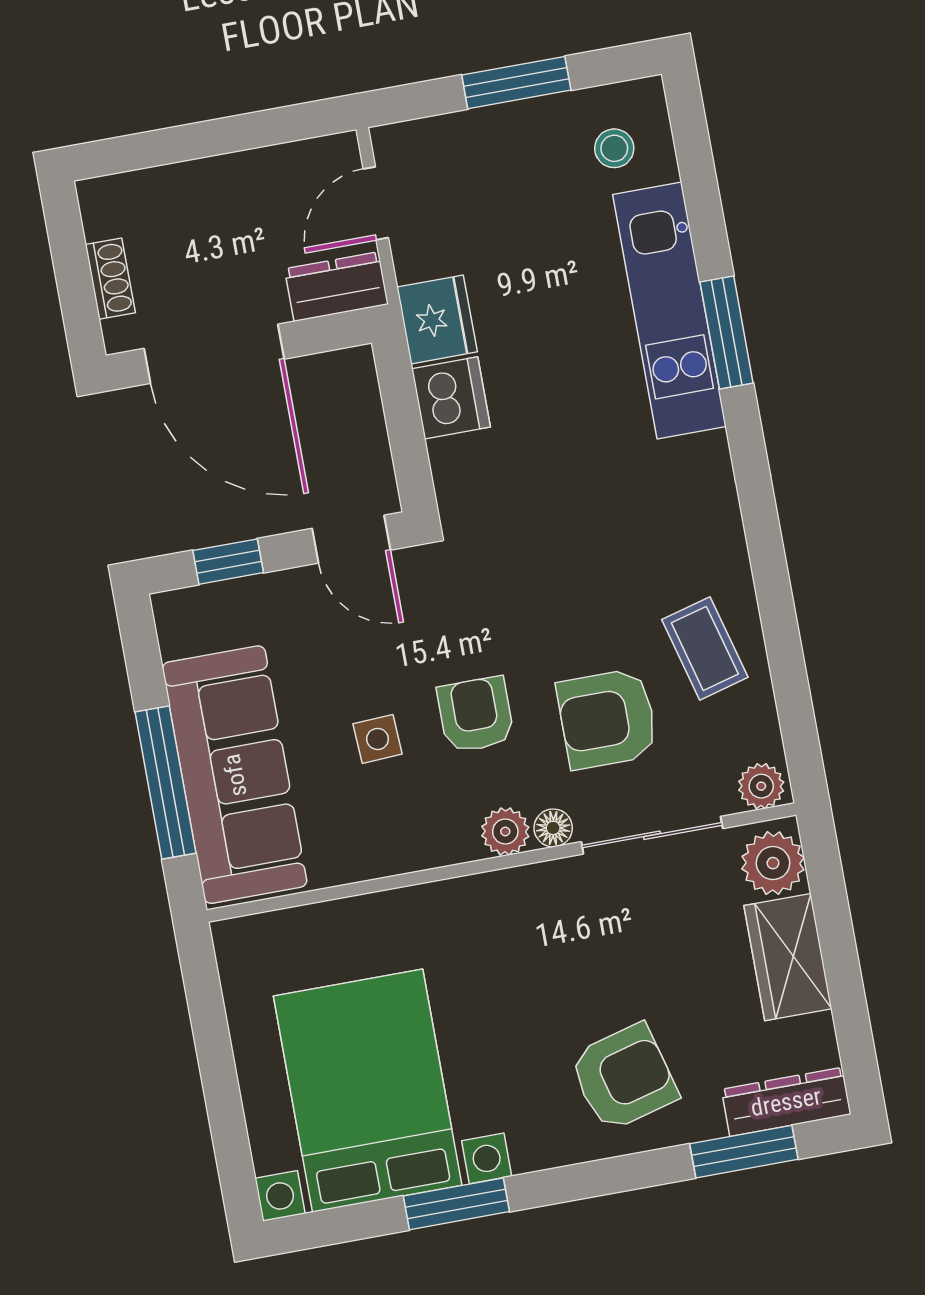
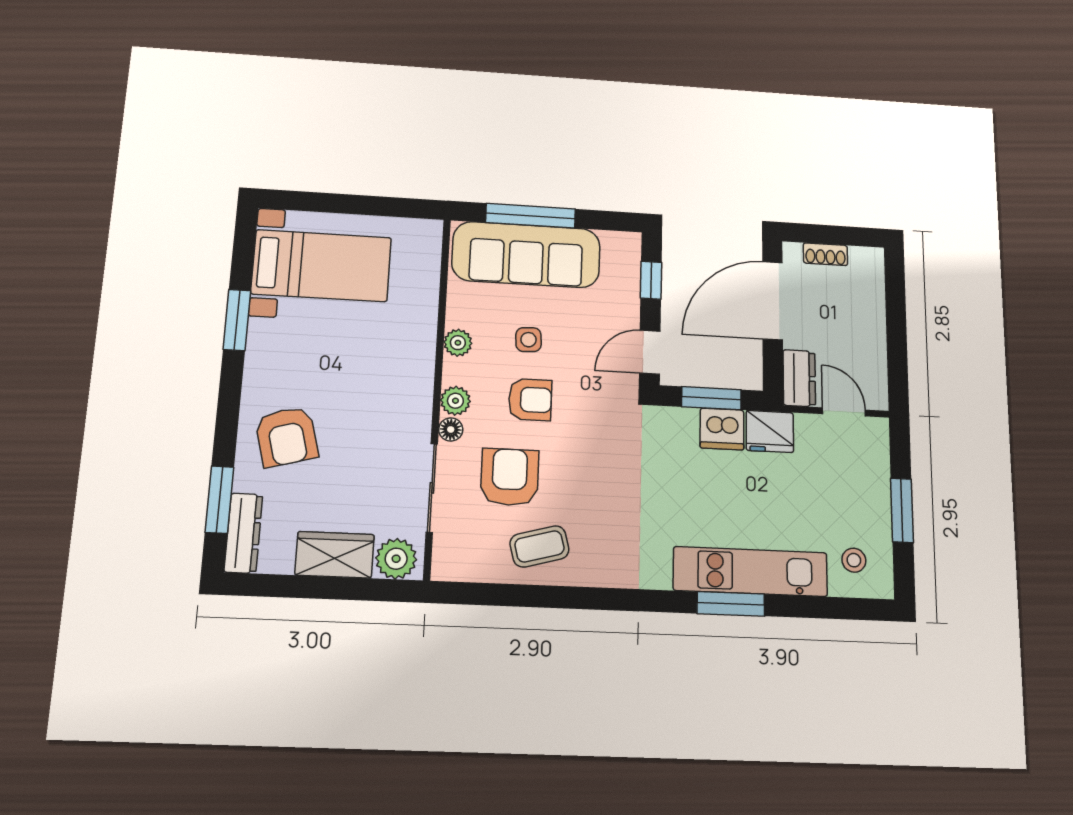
window: (404, 424) -> (711, 398), added
plant: (761, 786) -> (458, 343), moved
bed with nightstands: (368, 1091) -> (321, 266), width x0.73

